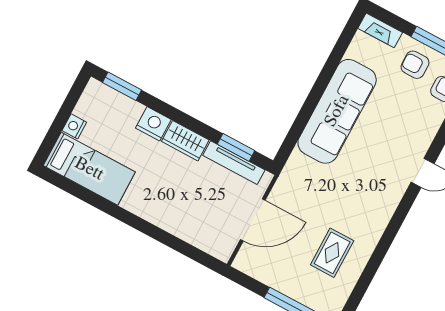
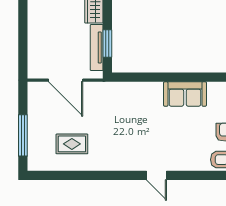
sofa: (337, 111) -> (185, 94), width x0.54, depth x0.79

